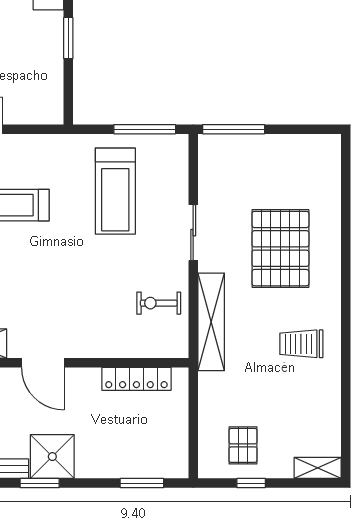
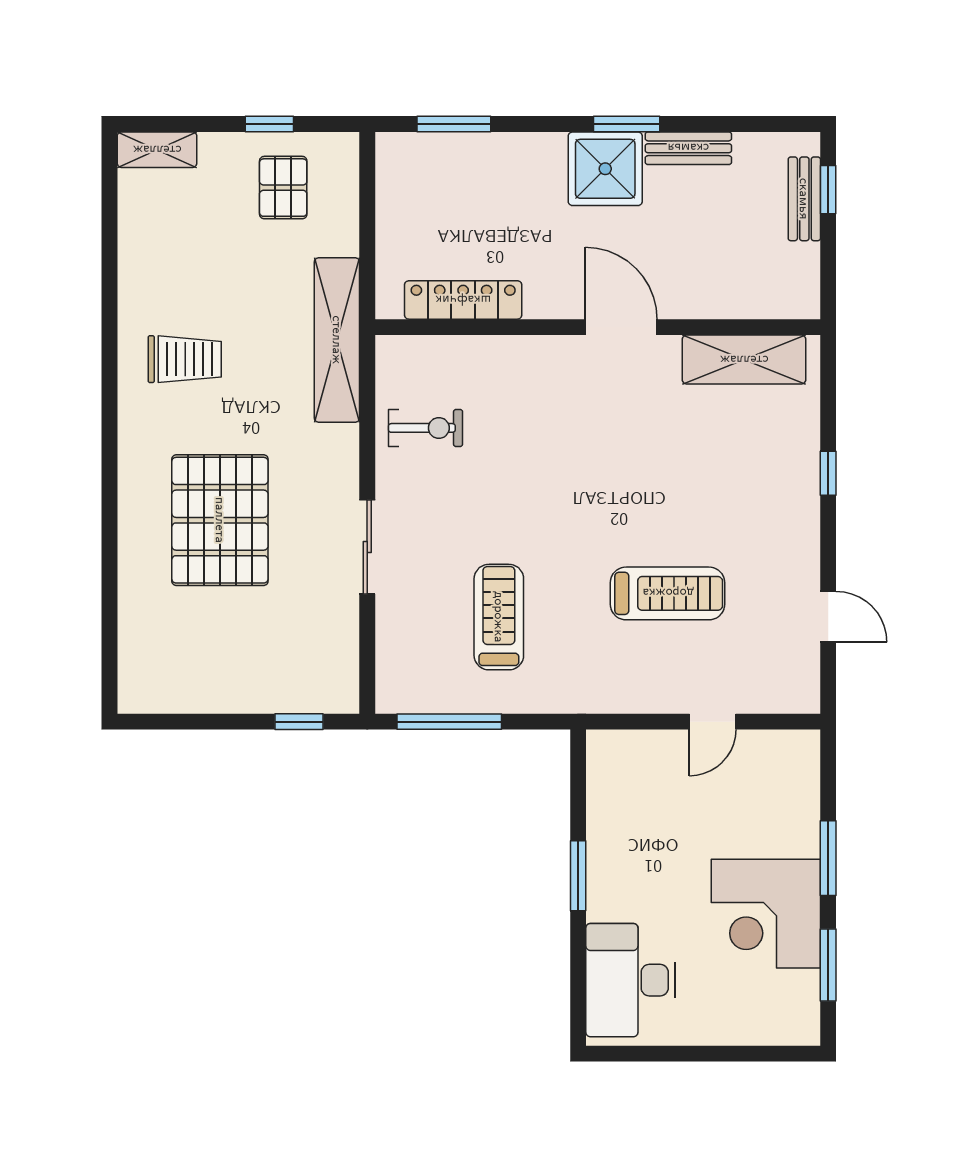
window: (234, 129) -> (299, 722), width x0.46
treadmill: (115, 191) -> (499, 617), width x0.73, depth x0.73
shelving: (211, 322) -> (337, 340), moved

